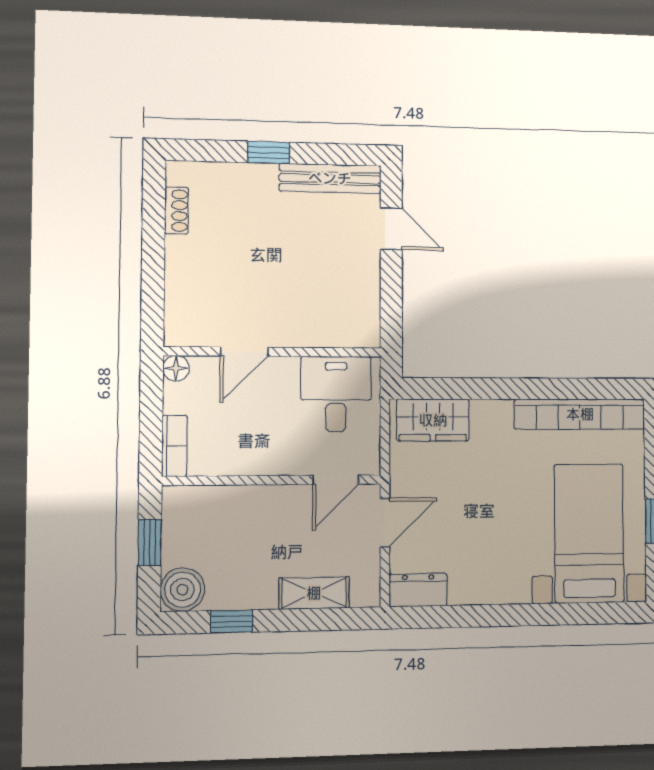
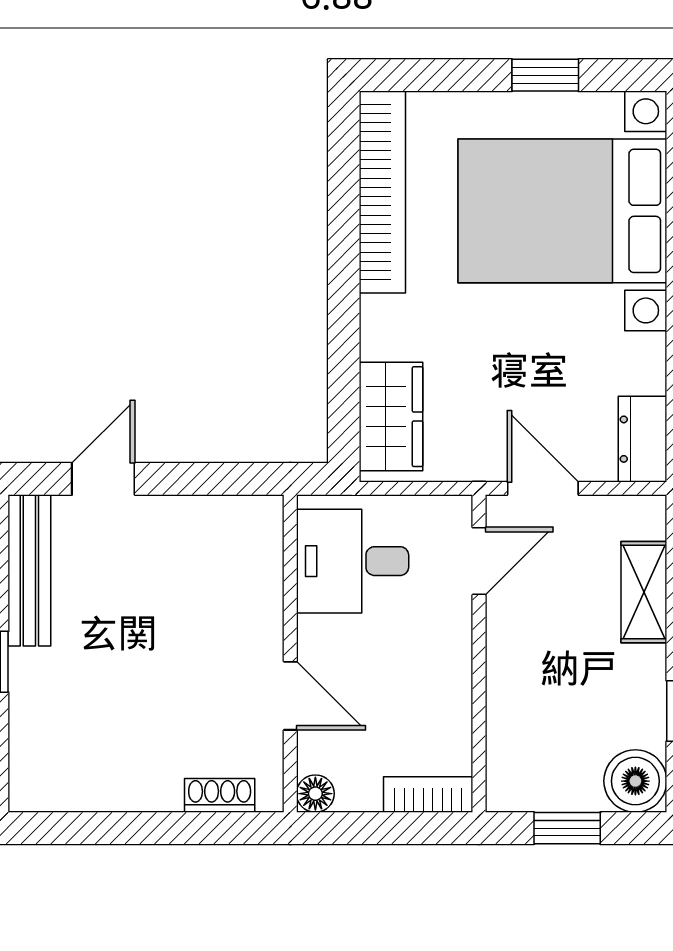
shoe rack: (176, 211) -> (220, 795), moved
door: (336, 480) -> (479, 561), hinge flipped
bed with nightstands: (589, 533) -> (562, 211), width x1.36

